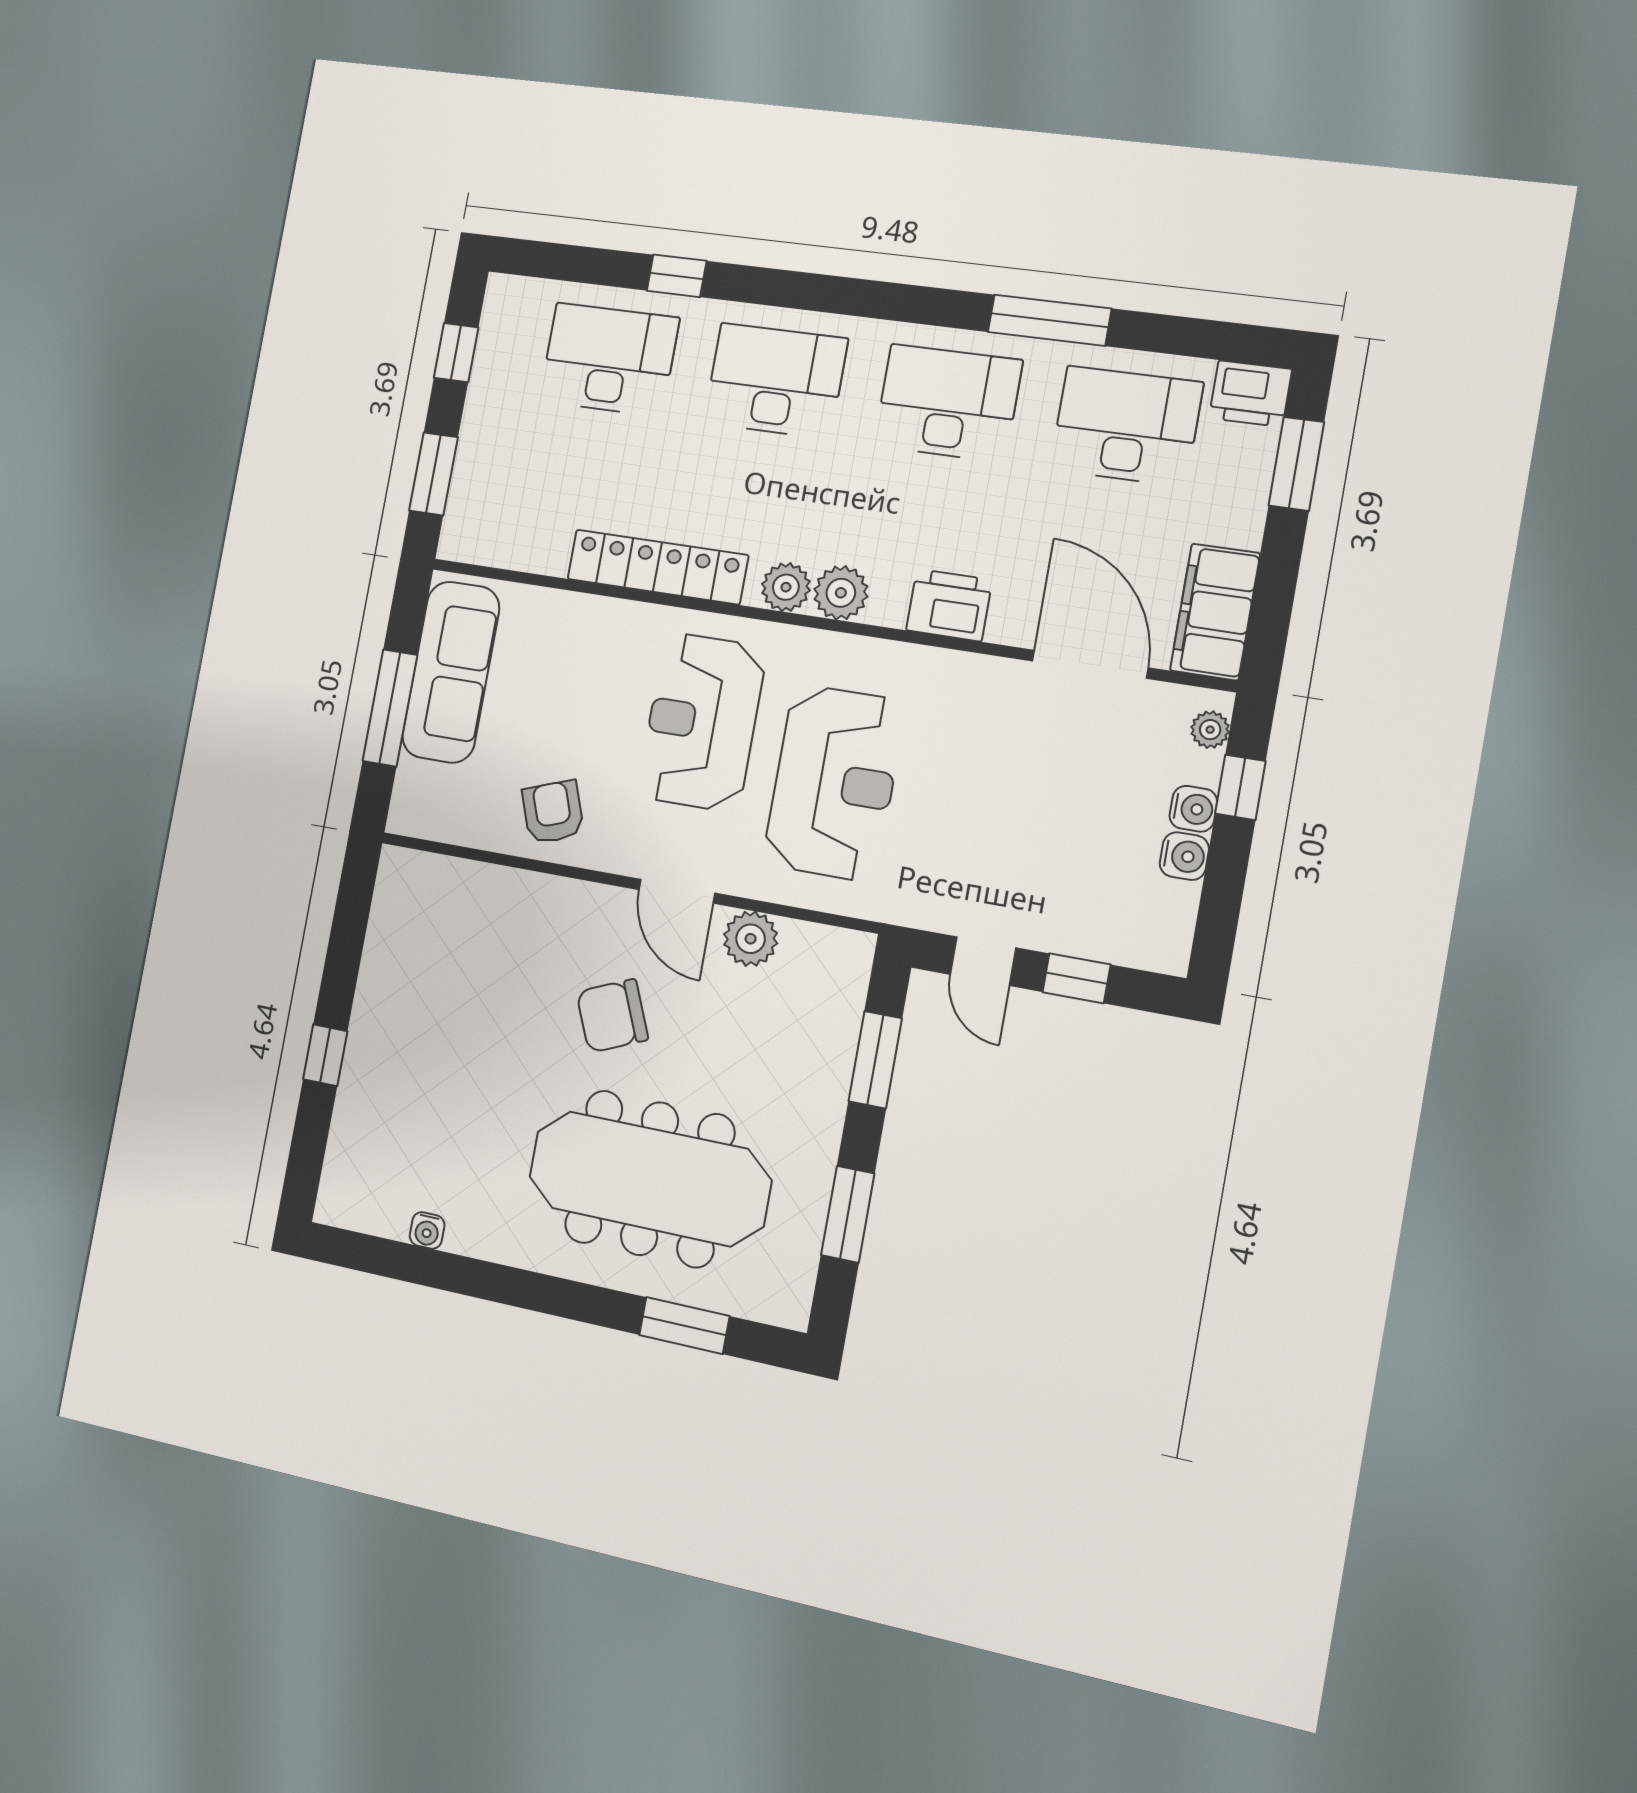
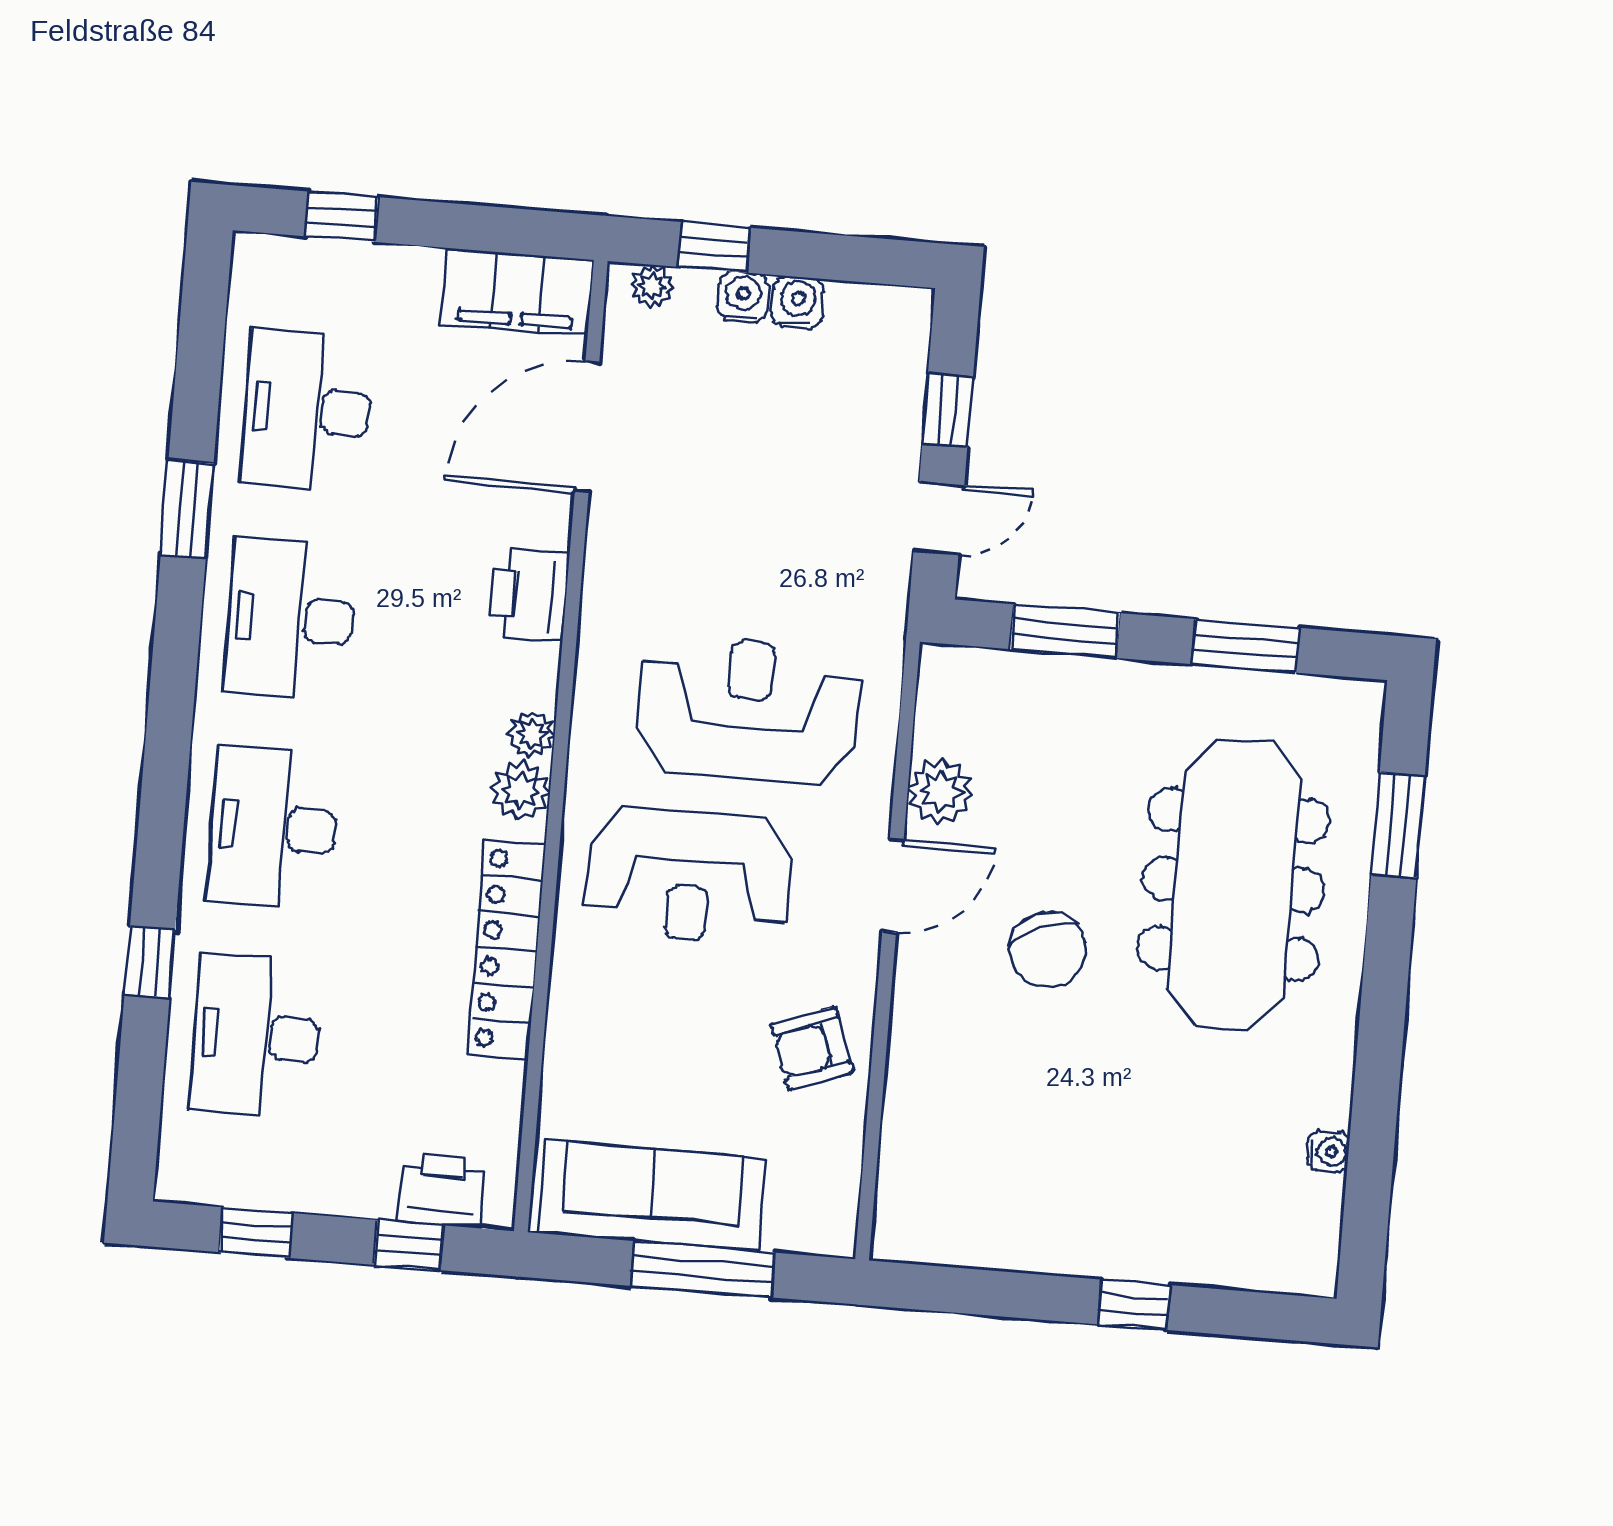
window: (1049, 320) -> (187, 509), width x0.69
printer: (1250, 394) -> (442, 1191), moved, turned -90
window: (1296, 464) -> (342, 217), width x0.67
window: (434, 474) -> (409, 1245), width x0.67
plant: (841, 593) -> (531, 734), width x0.73, depth x0.73

